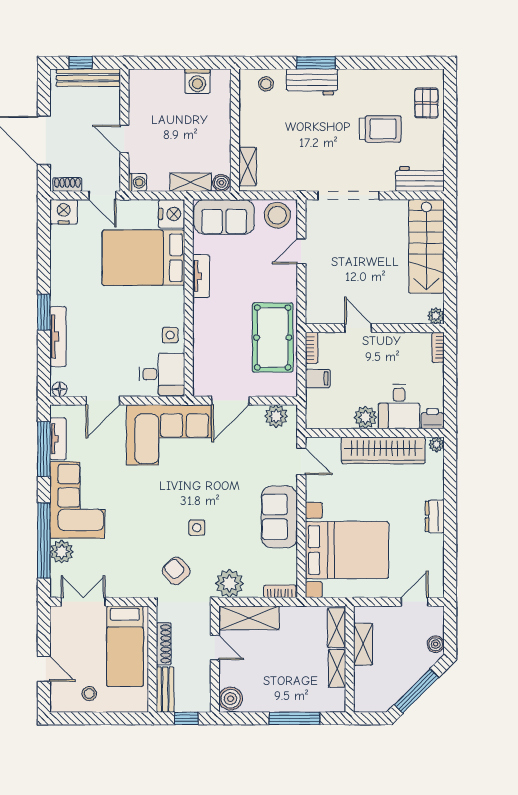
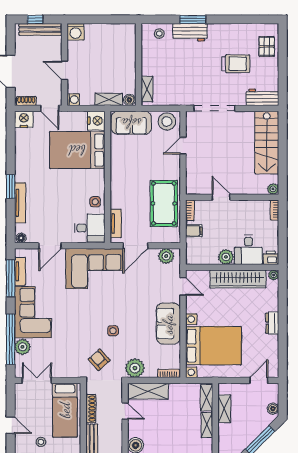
washing machine: (197, 81) -> (75, 32), moved
tv unit: (201, 276) -> (116, 223), moved

